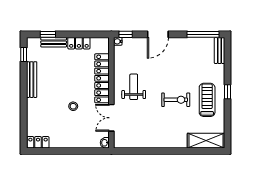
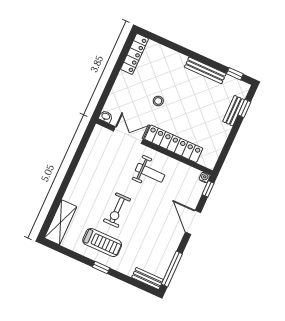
locker: (79, 43) -> (221, 136), removed
locker: (38, 142) -> (134, 54), width x1.53

